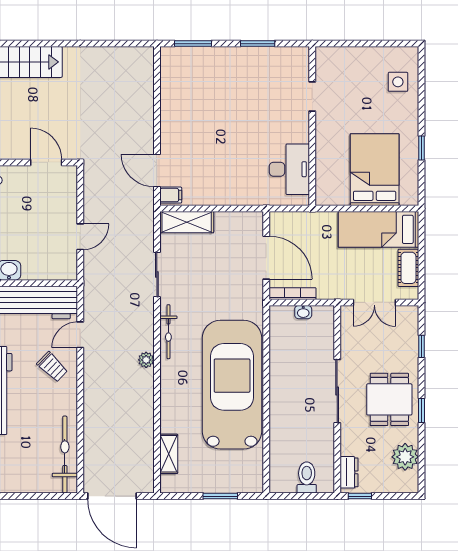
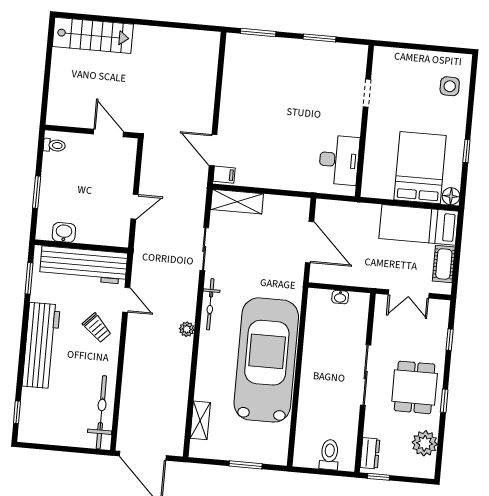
floor lamp: (410, 196) -> (451, 196), added
bookcase: (293, 294) -> (332, 279), removed
door: (80, 335) -> (126, 300), swing flipped

